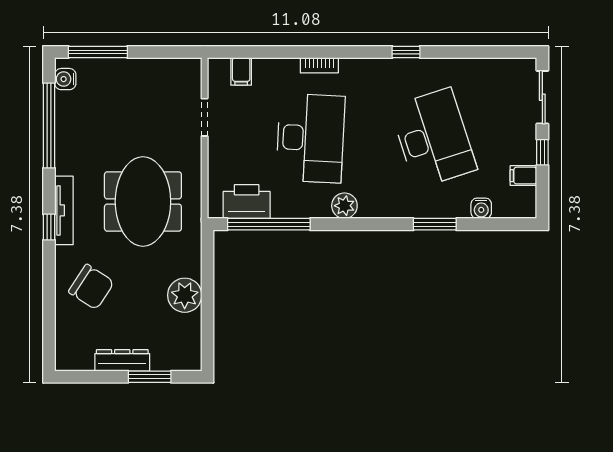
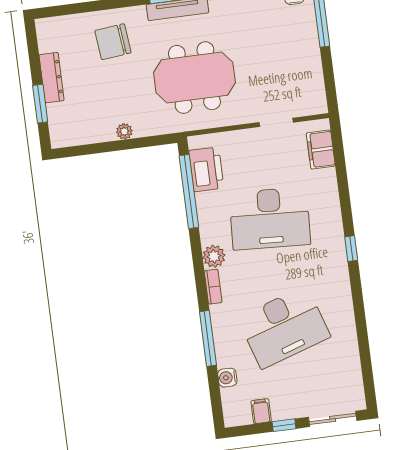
window: (406, 52) -> (351, 249), moved
bookcase: (319, 65) -> (213, 287), moved, turned 180
filing cabinet: (241, 71) -> (321, 149), width x2.00
window: (435, 224) -> (208, 338), width x1.44
chair: (91, 287) -> (113, 42), turned 51
plant: (185, 295) -> (124, 131), width x0.53, depth x0.53

